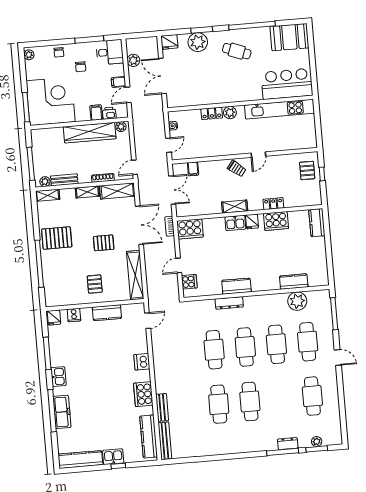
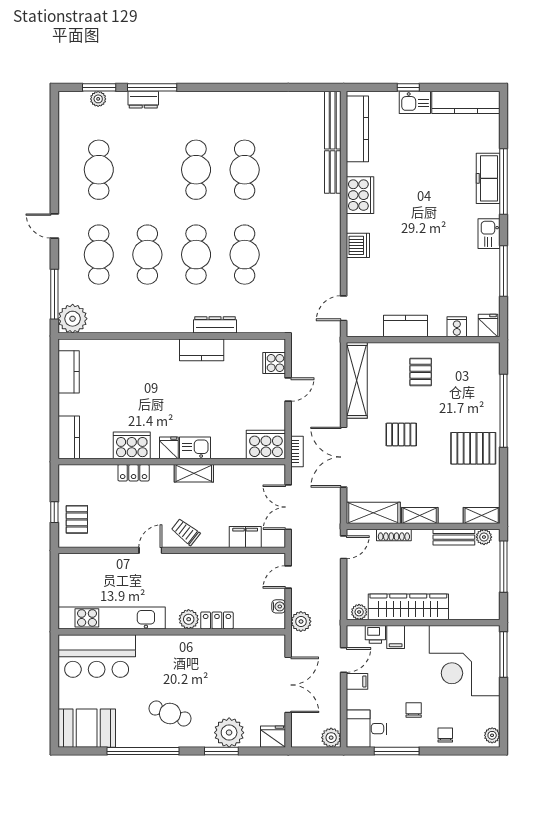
plant: (133, 60) -> (331, 738), moved
plant: (158, 117) -> (301, 621), added
filing cabinet: (193, 169) -> (245, 537), width x2.00
kitchen counter: (294, 282) -> (69, 372), moved, turned -90
plant: (297, 301) -> (73, 319), moved

